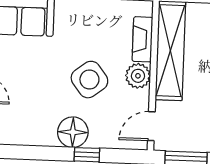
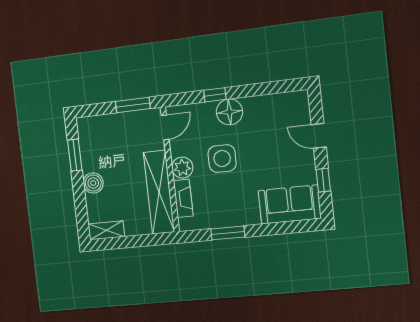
side table: (89, 80) -> (222, 159), turned 37

